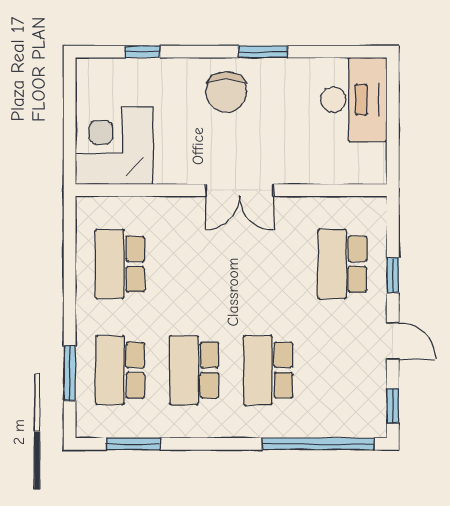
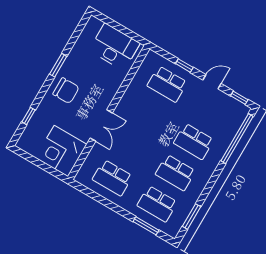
desk: (354, 100) -> (114, 47), moved
double door: (240, 190) -> (101, 125), moved

